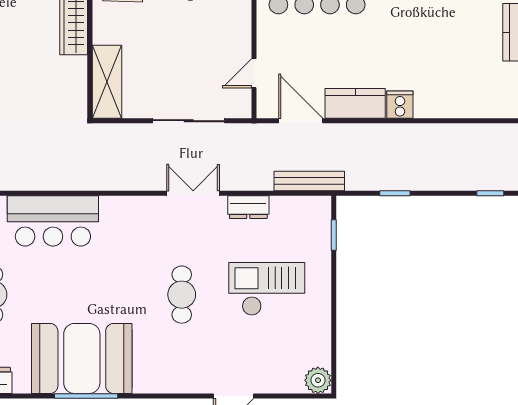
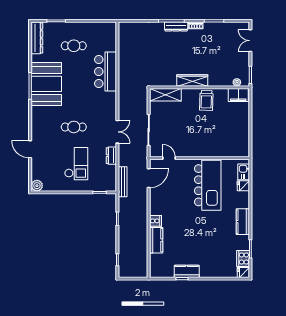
kitchen counter: (355, 103) -> (156, 240), moved

